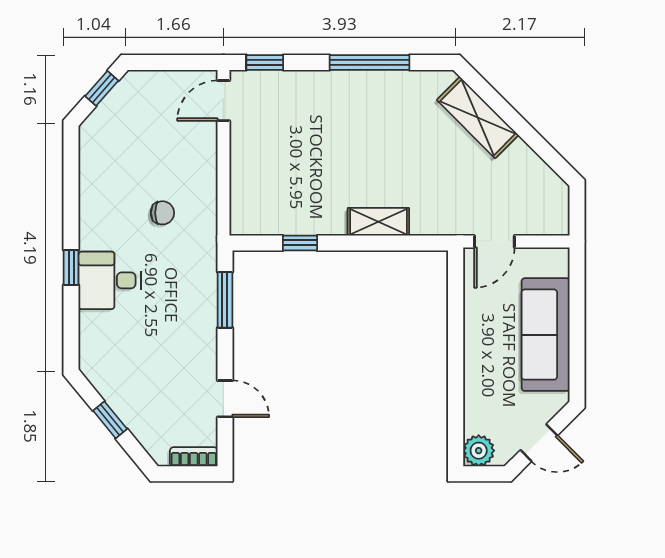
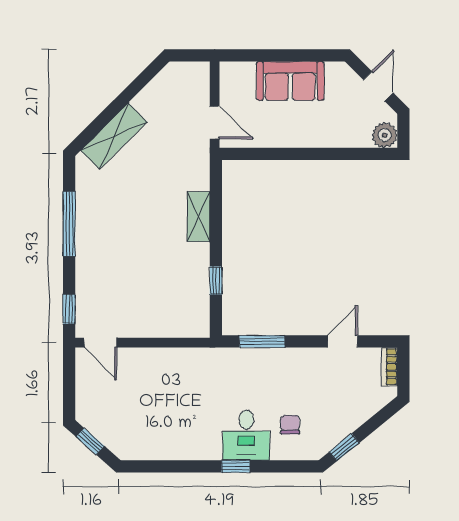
chair: (162, 213) -> (290, 425), moved
sofa: (546, 335) -> (290, 81), width x0.73
window: (110, 420) -> (344, 447), moved

